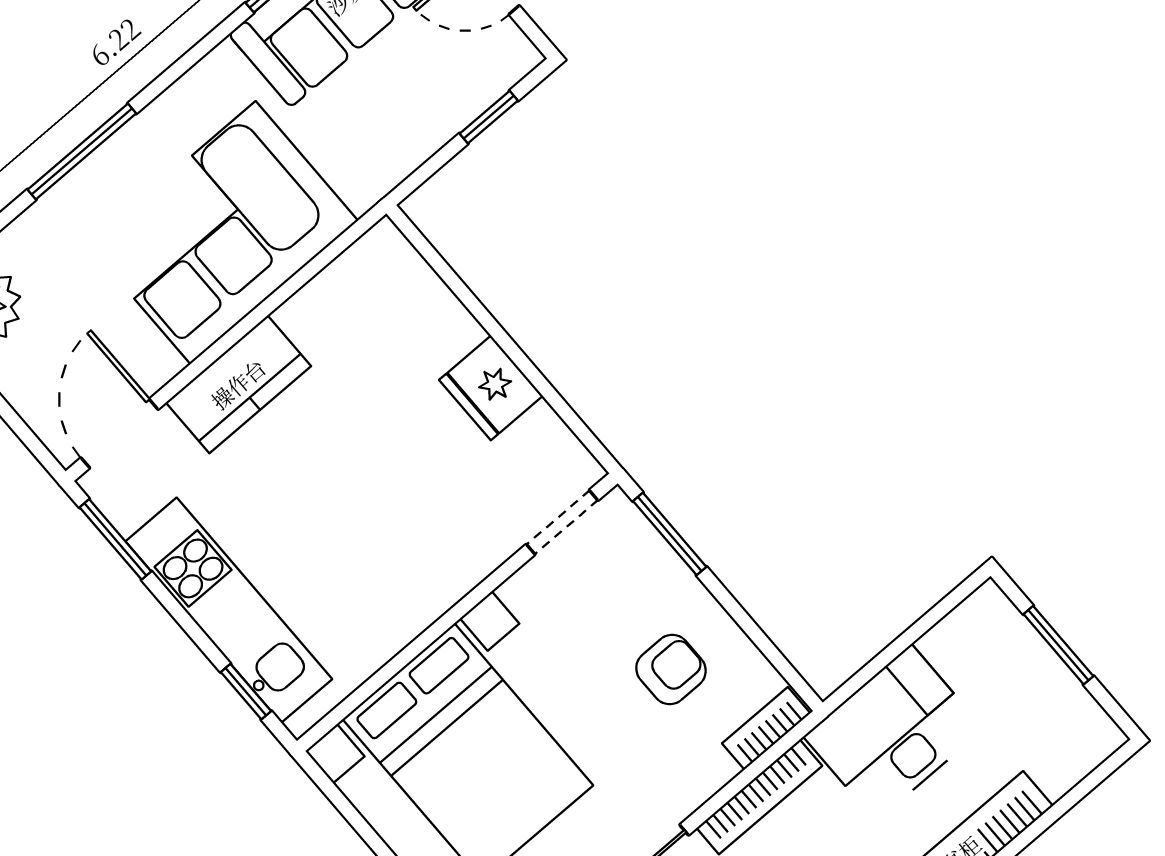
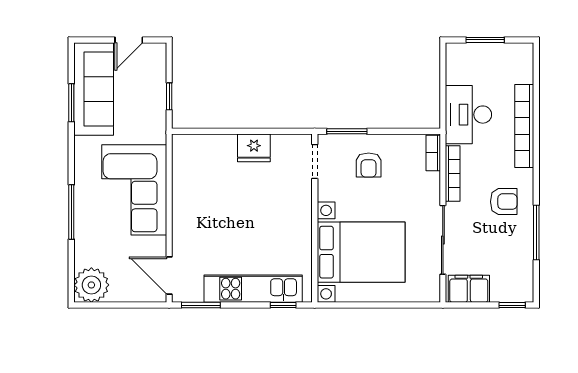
window: (489, 117) -> (169, 96), moved
kitchen counter: (238, 384) -> (185, 225), removed
armchair: (671, 669) -> (369, 165), moved, turned 180

